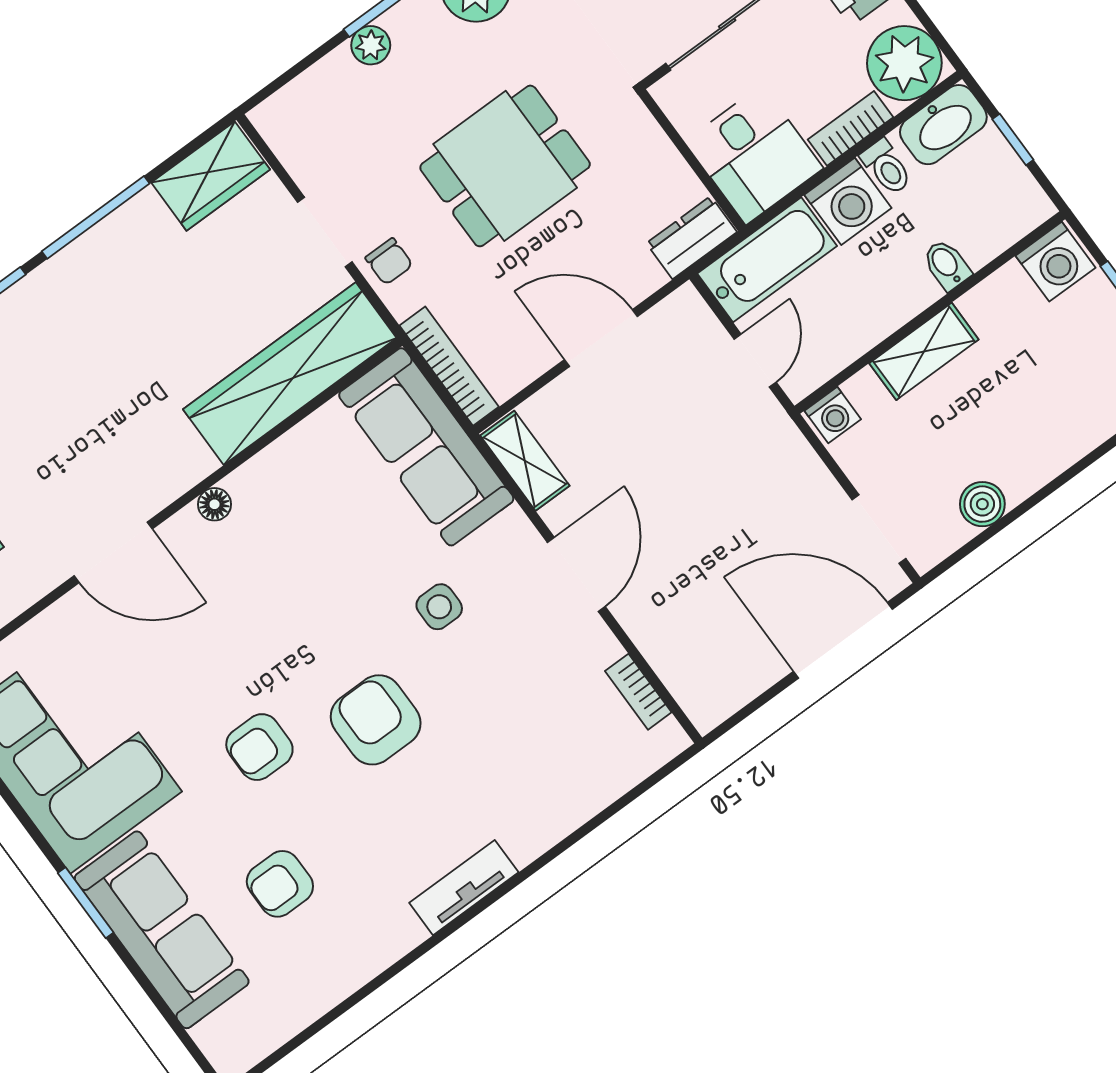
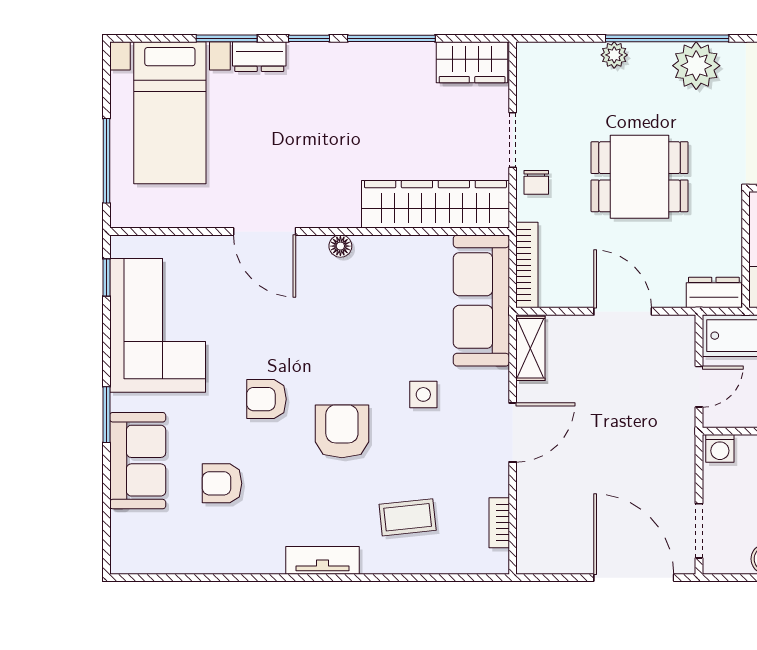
coffee table: (526, 764) -> (408, 517), added
sofa: (162, 930) -> (138, 461), width x0.73

